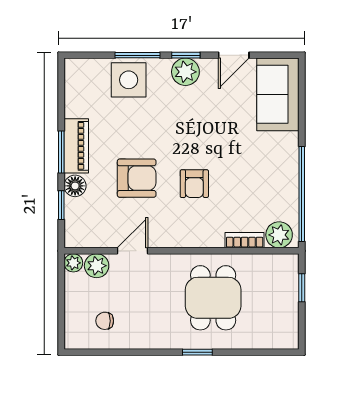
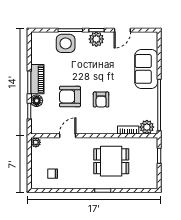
sofa: (278, 94) -> (146, 69), moved
armchair: (137, 178) -> (70, 97), turned 180
plant: (97, 266) -> (48, 144), removed
dining table: (213, 298) -> (111, 161), turned 90

